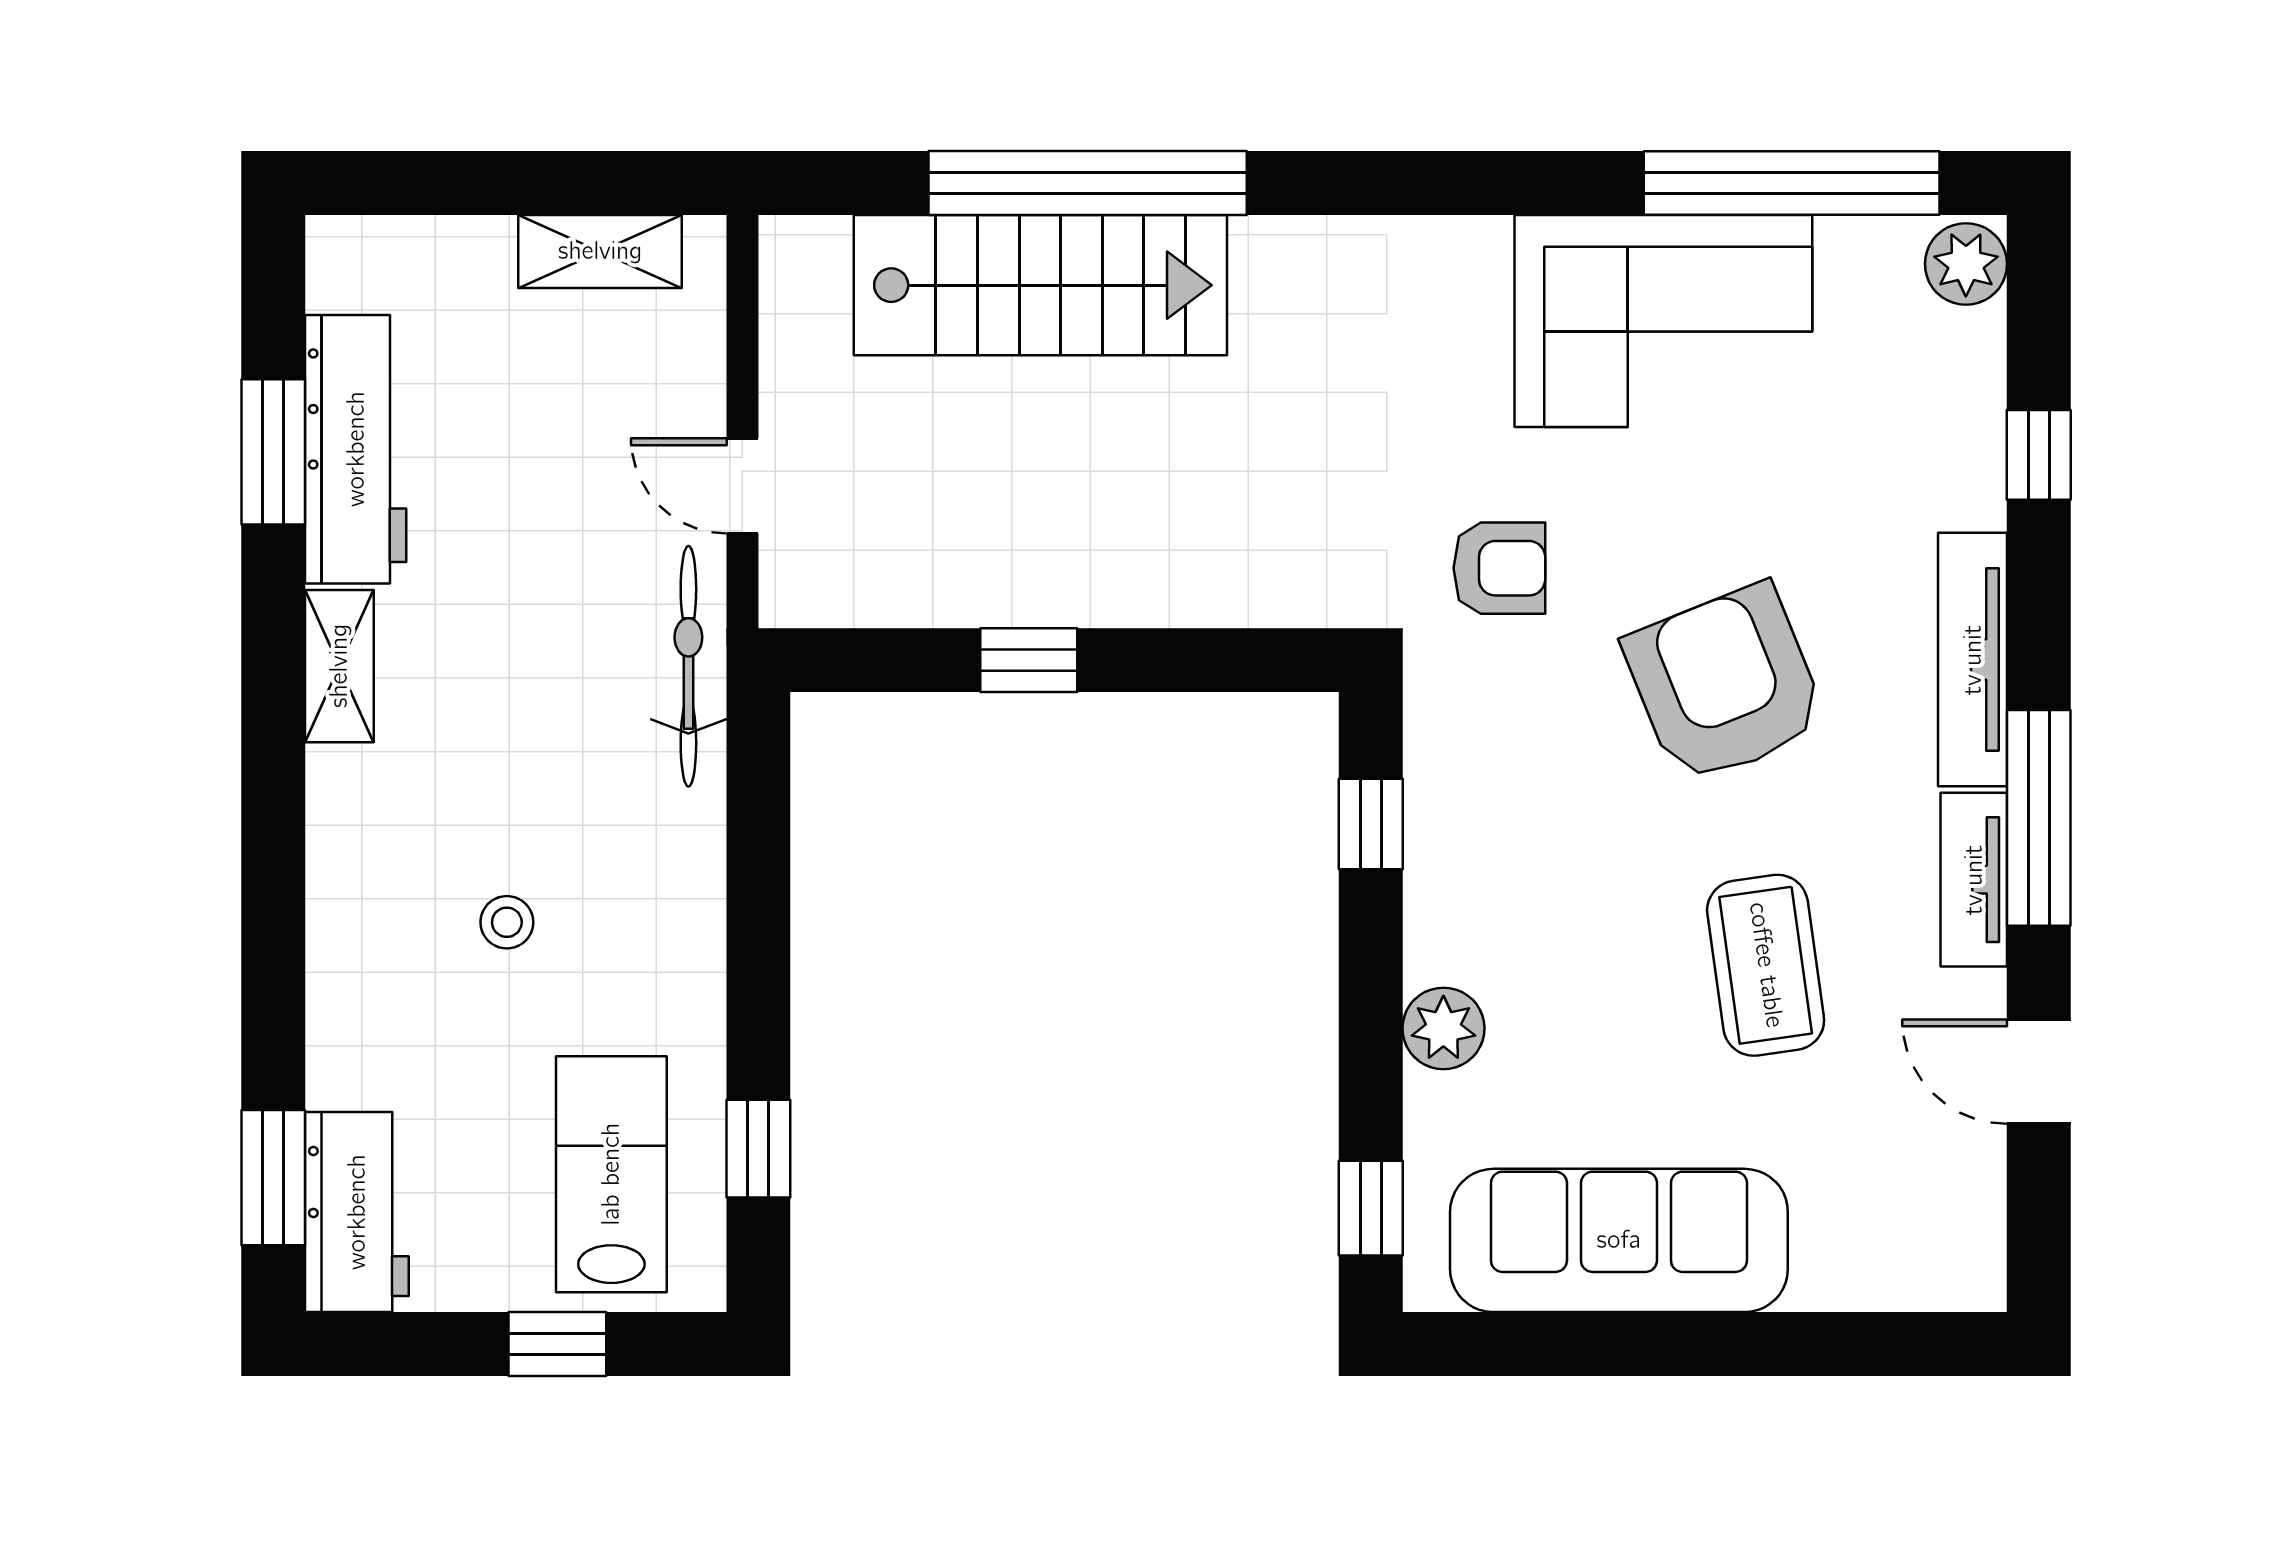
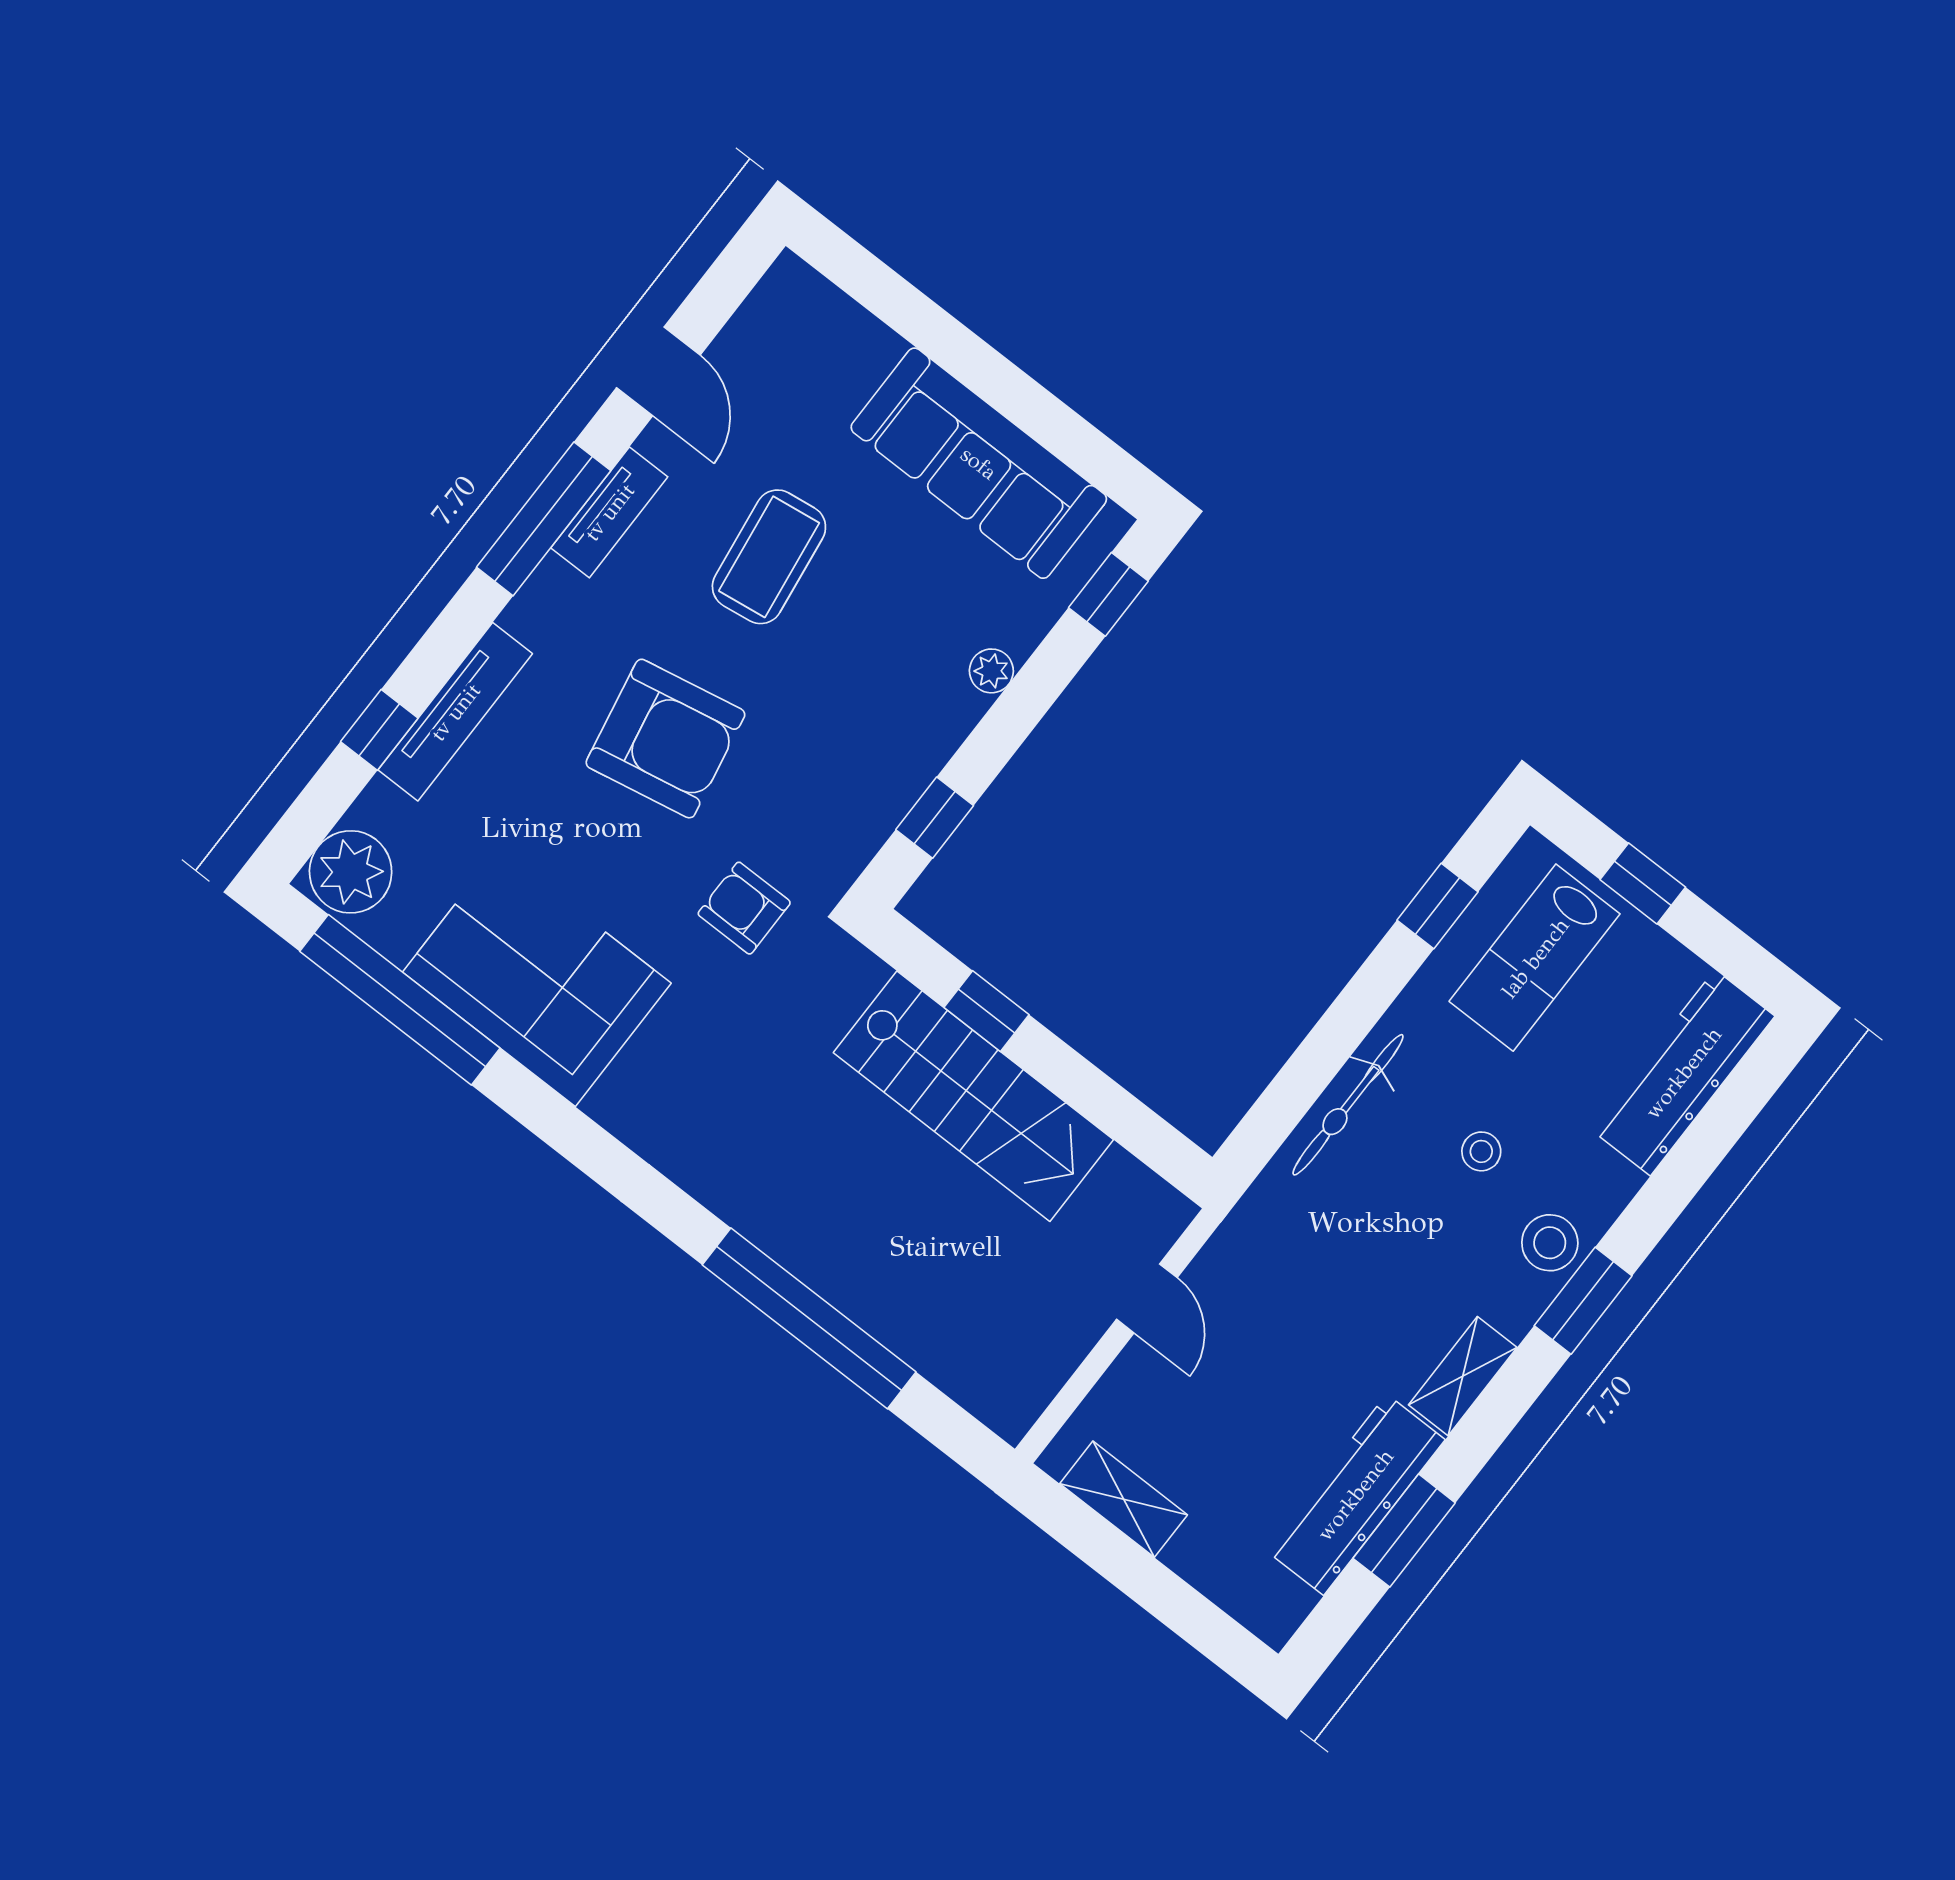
plant: (1966, 264) -> (351, 872), width x1.36, depth x1.36
stairs: (1040, 285) -> (973, 1096), moved, turned 180
window: (1029, 660) -> (987, 1011), moved
tv unit: (1973, 660) -> (455, 712), moved
bicycle: (688, 666) -> (1348, 1105), moved
armchair: (1725, 684) -> (665, 739), turned -79
stool: (357, 882) -> (1550, 1243), added
plant: (1443, 1028) -> (991, 671), width x0.73, depth x0.73
window: (273, 1178) -> (1583, 1301), moved
workbench: (357, 1212) -> (1683, 1073), width x1.38

